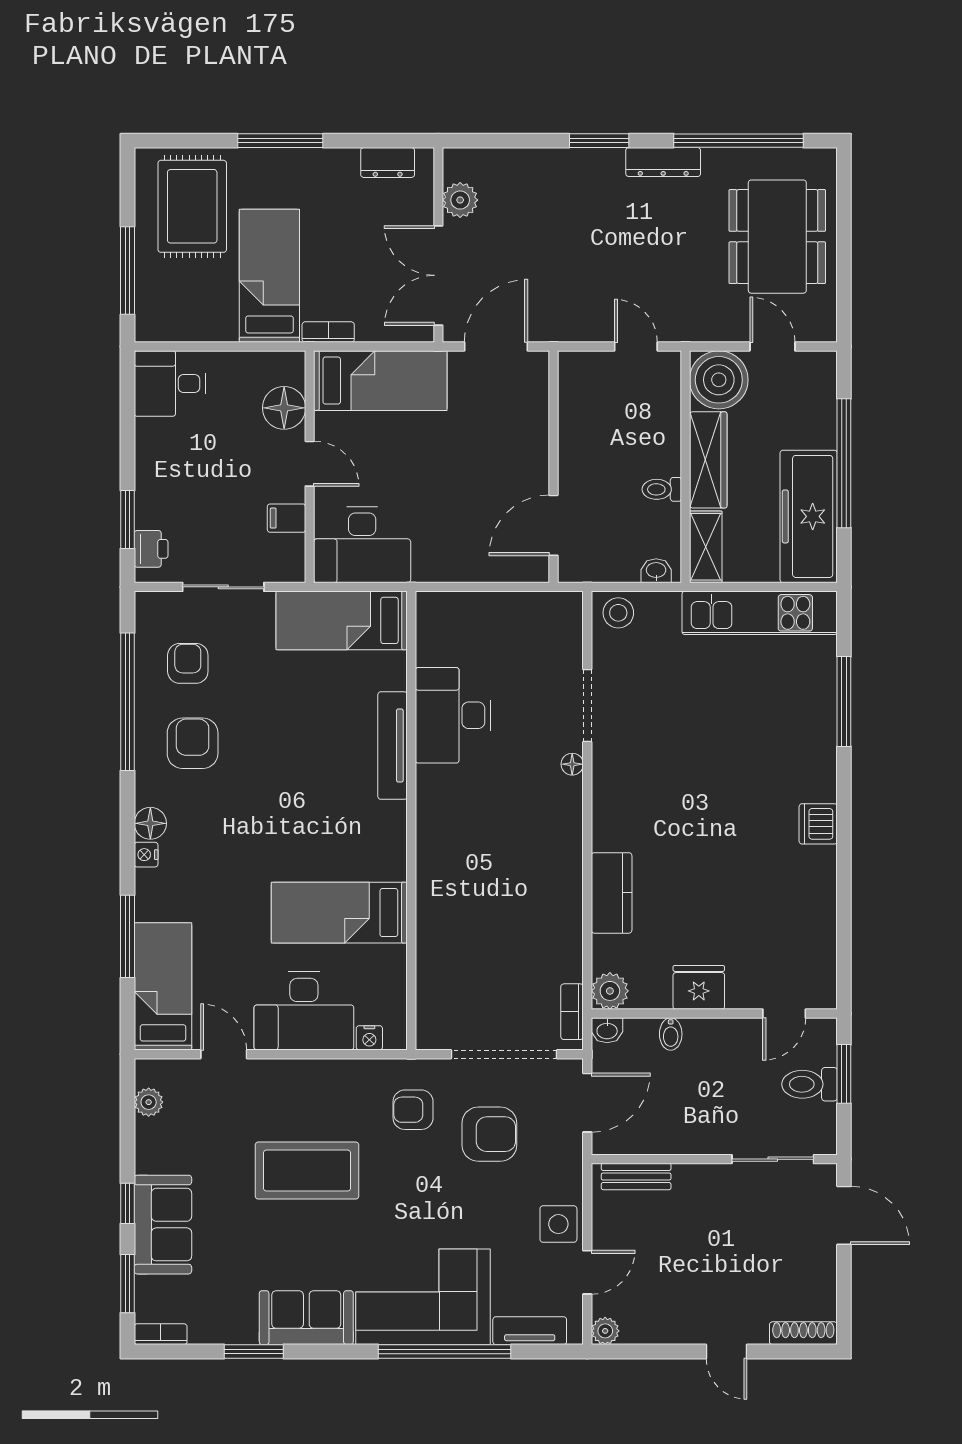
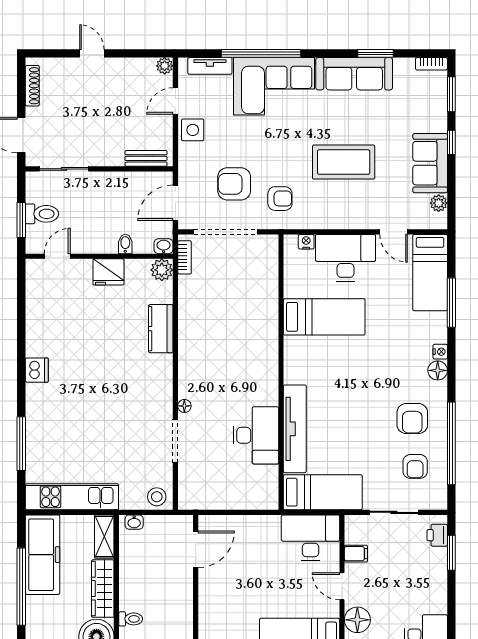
toilet: (662, 489) -> (131, 619), moved
tv unit: (393, 746) -> (295, 429), width x1.36, depth x1.29
sofa: (163, 1225) -> (430, 163), moved
sofa: (306, 1318) -> (354, 74), width x1.36
shoe rack: (803, 1333) -> (32, 86), moved, turned -90

